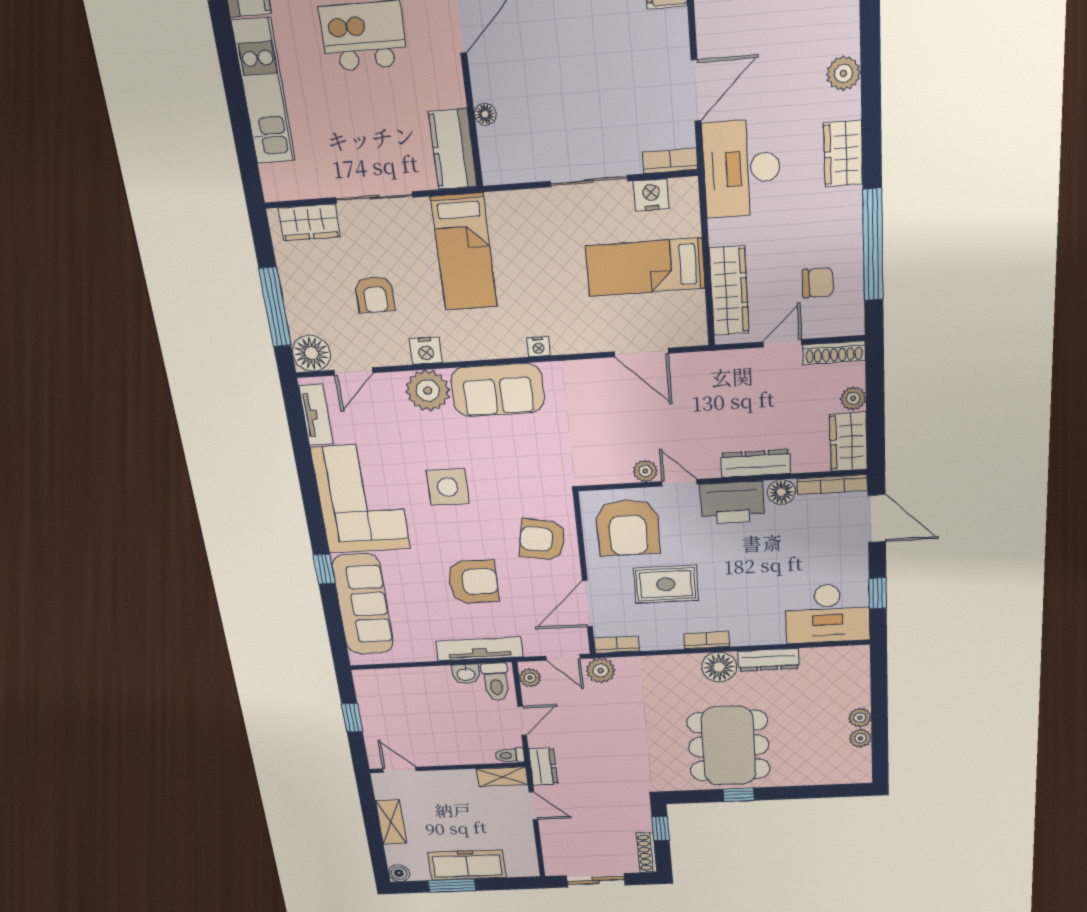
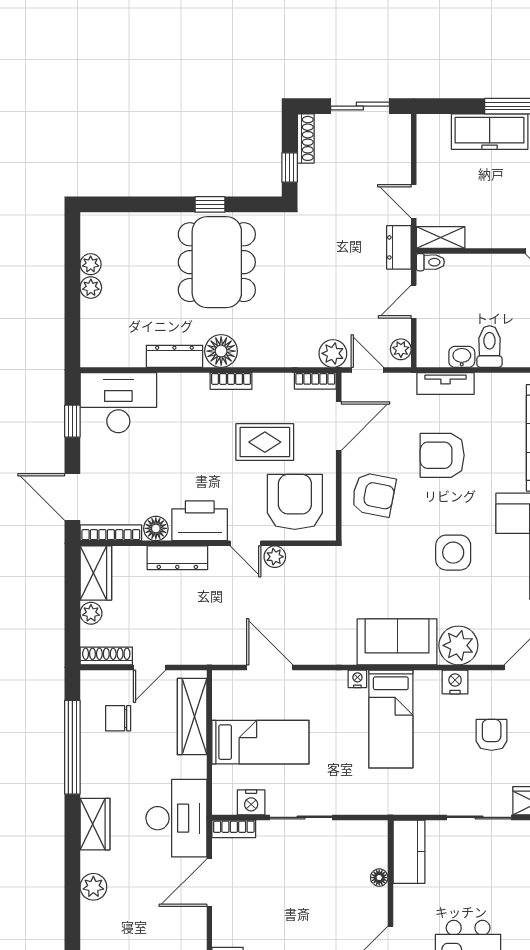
bed: (464, 252) -> (391, 719), moved, turned 180
tv unit: (479, 649) -> (445, 383), width x0.71
toilet: (496, 682) -> (489, 347), moved

